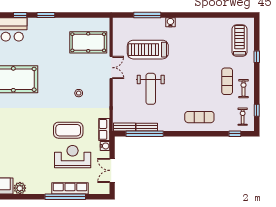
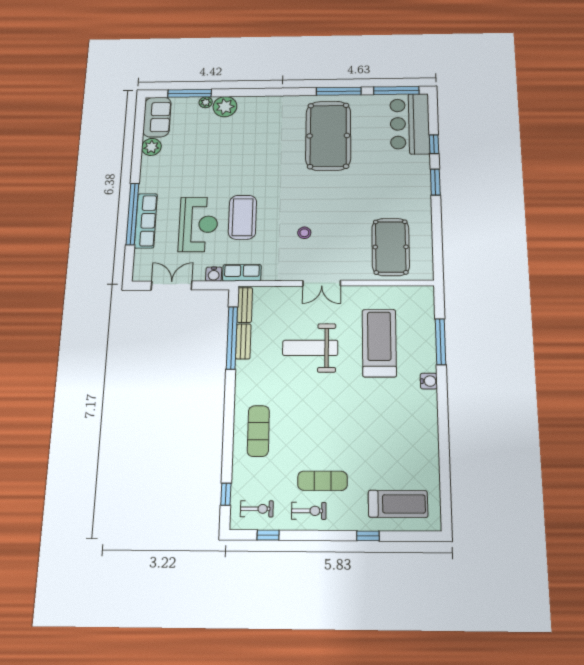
double door: (111, 68) -> (322, 283), moved

